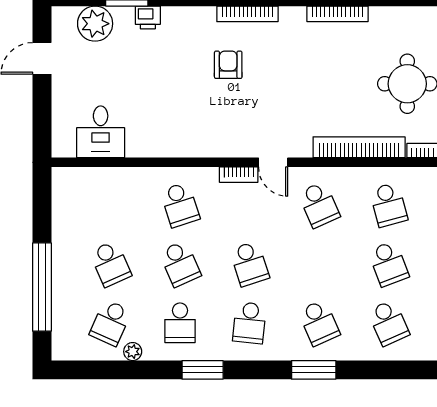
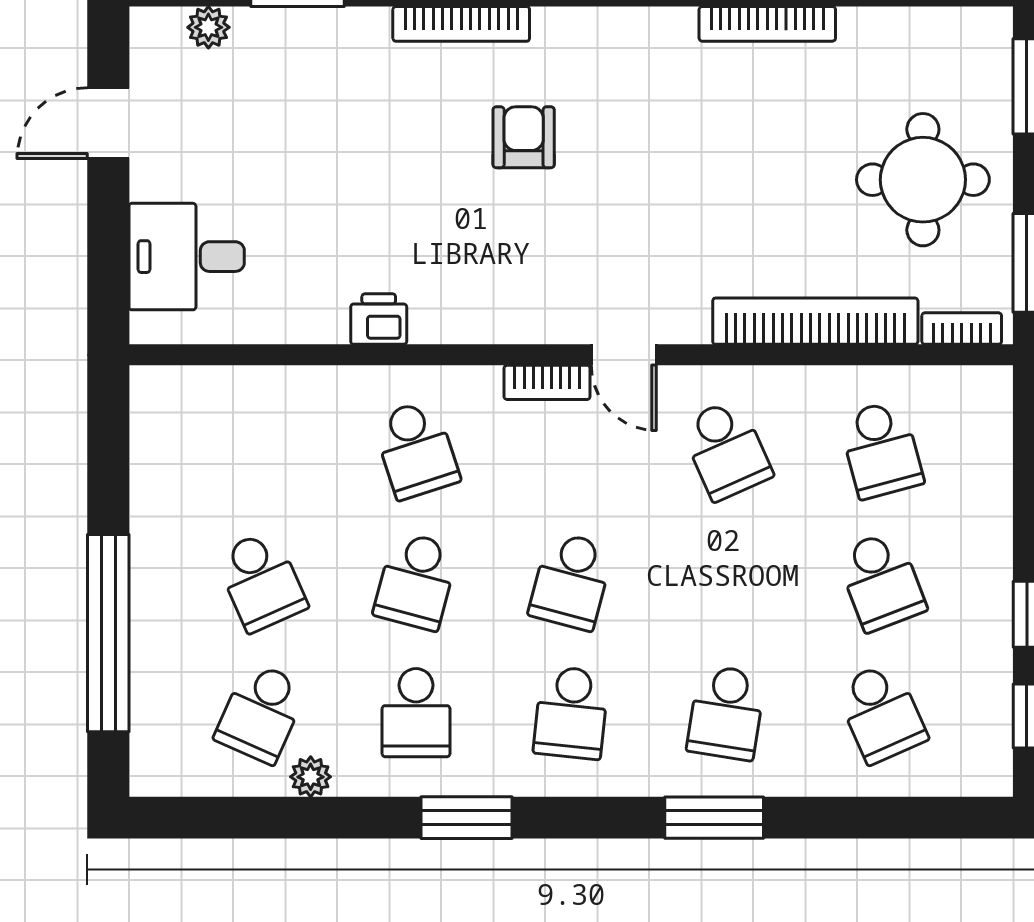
bookcase: (247, 14) -> (461, 24), moved
printer: (148, 17) -> (379, 319), moved, turned 180
plant: (95, 24) -> (208, 27), width x0.53, depth x0.53
desk: (101, 132) -> (187, 257), moved, turned 90
school desk: (180, 264) -> (416, 581), turned 39
school desk: (249, 264) -> (571, 581), turned 33
school desk: (319, 323) -> (726, 713), turned 33

